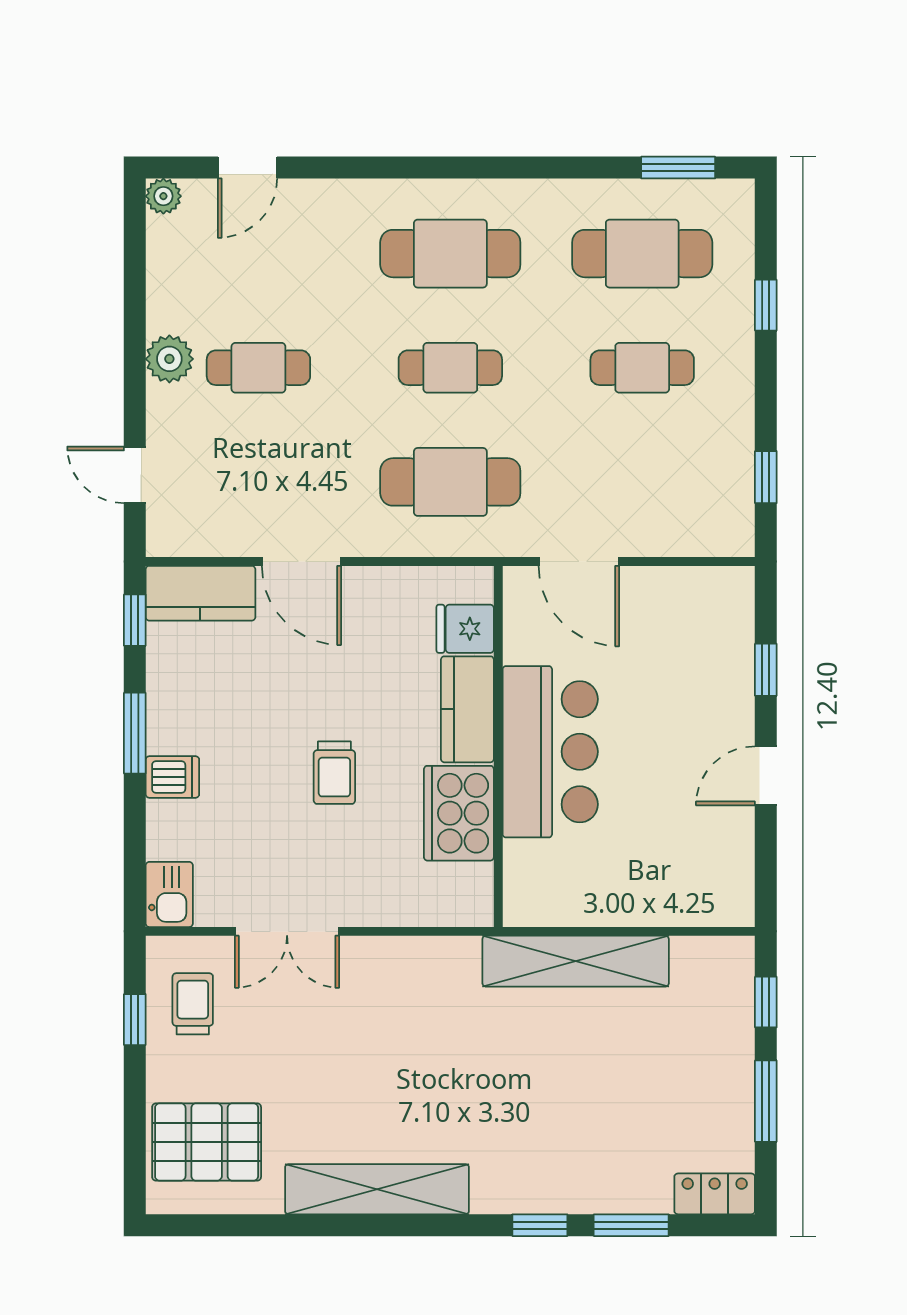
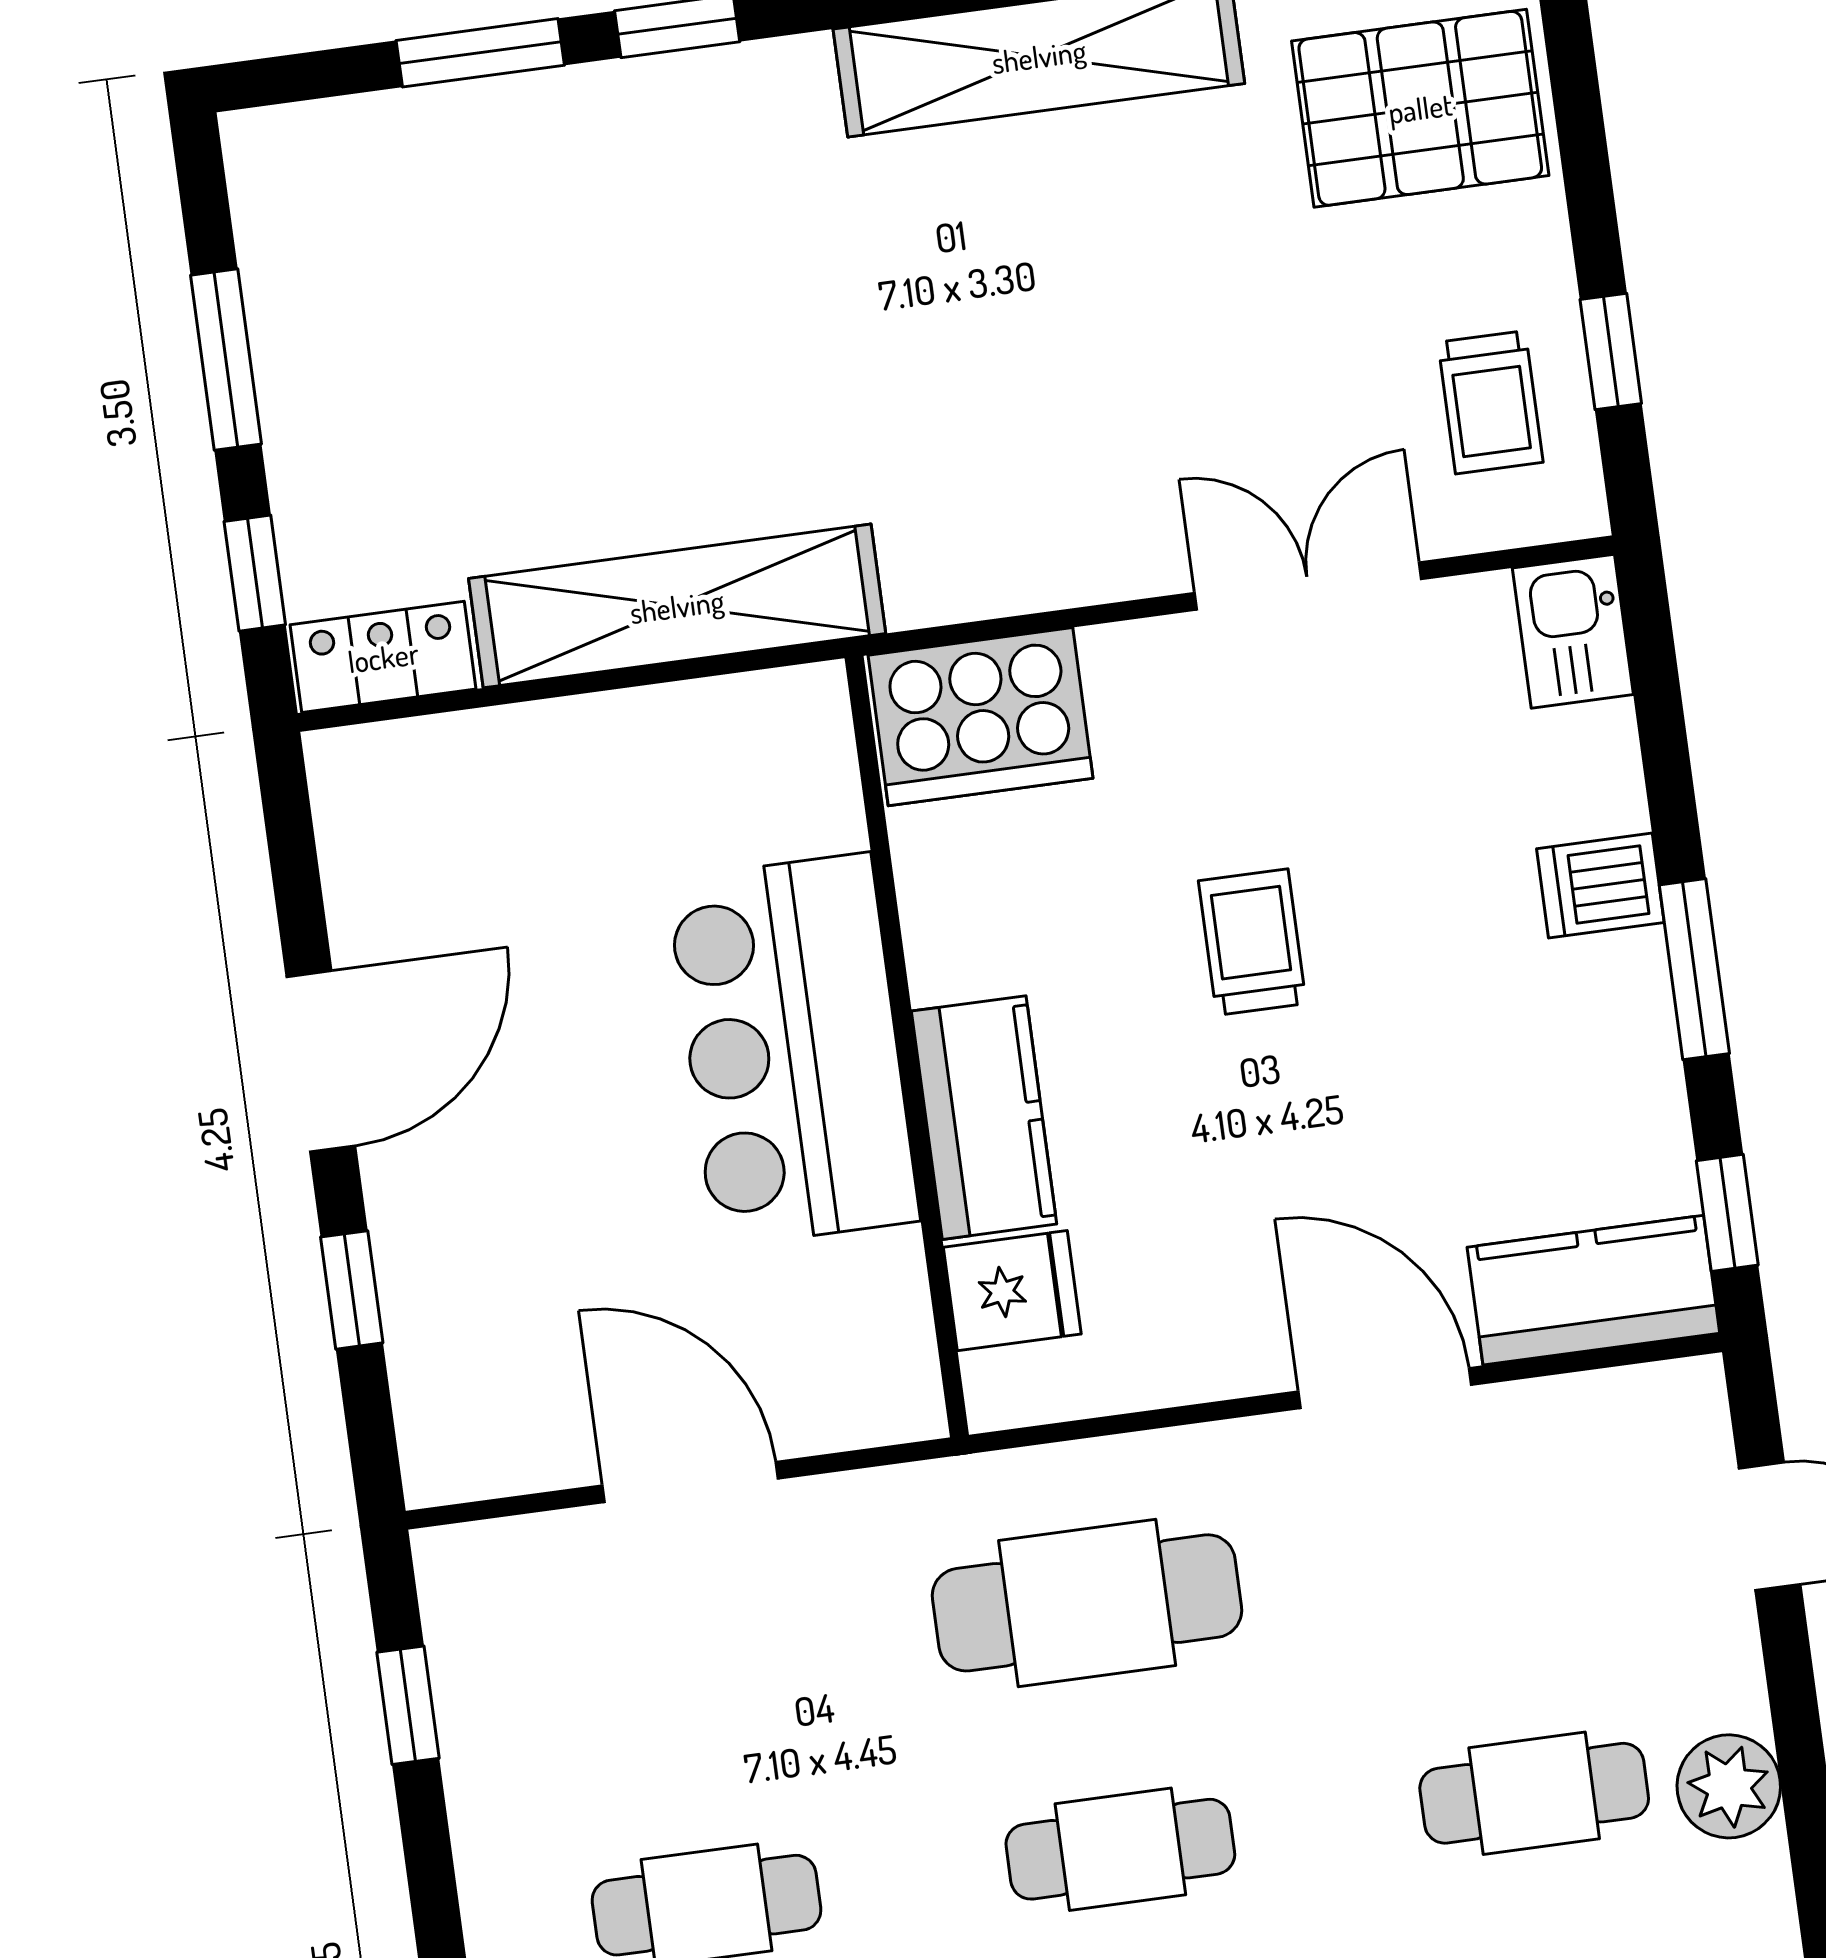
door: (579, 561) -> (690, 1482), moved
door: (766, 776) -> (321, 1061), width x1.38
cooker: (459, 813) -> (981, 717), moved, turned 90
locker: (715, 1194) -> (383, 657), moved, turned 180

